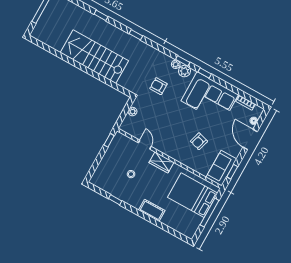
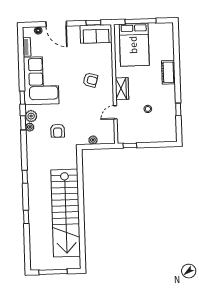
stairs: (94, 57) -> (66, 213), width x1.36
door: (250, 139) -> (56, 24), hinge flipped
armchair: (199, 141) -> (90, 80), moved

